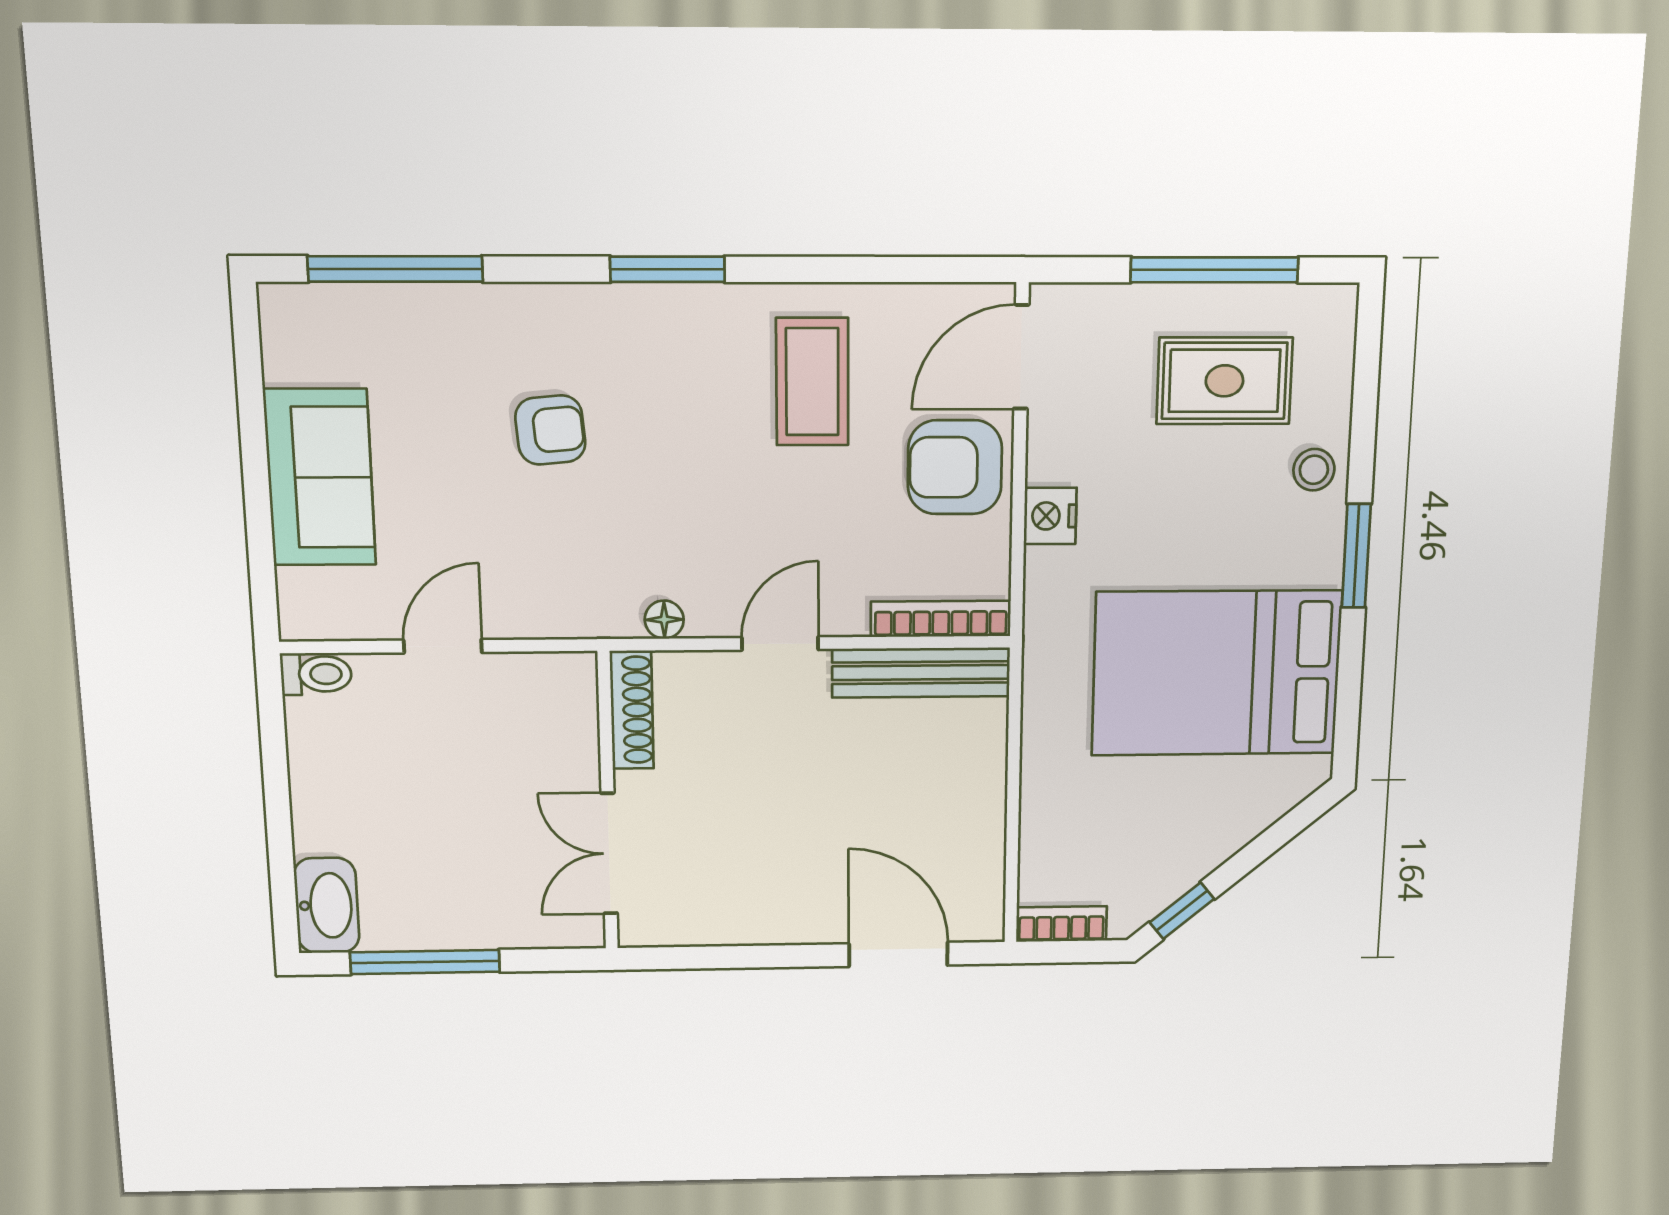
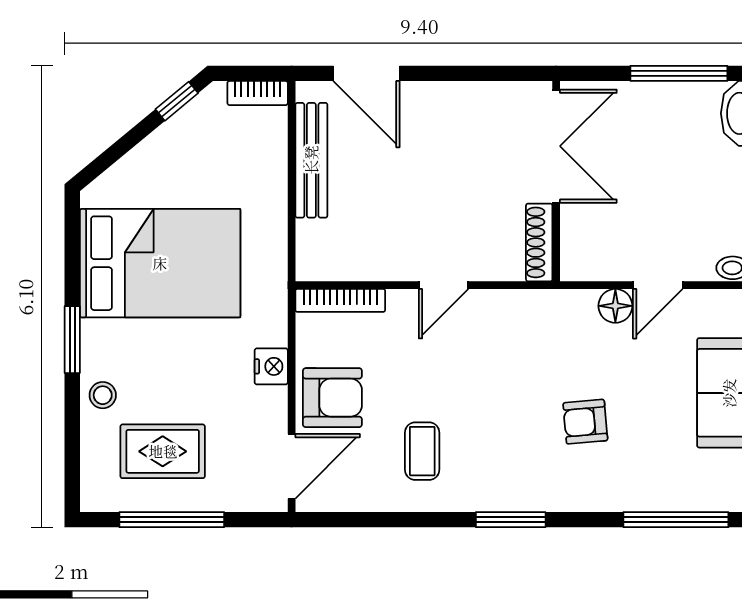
coffee table: (812, 382) -> (422, 451), width x0.73, depth x0.77
floor lamp: (664, 620) -> (615, 306), moved, width x1.37, depth x1.37
bench: (921, 673) -> (311, 160), moved, turned 90
double door: (609, 854) -> (556, 146), width x1.37

